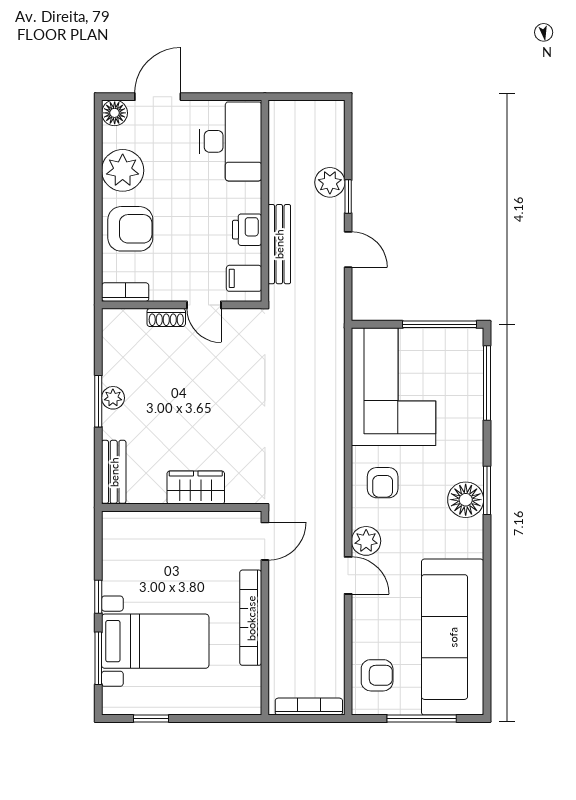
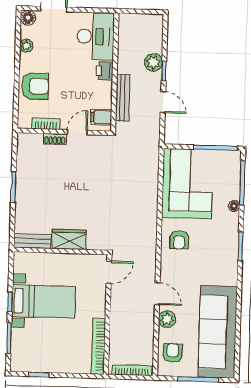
plant: (123, 170) -> (26, 46), width x0.53, depth x0.53
printer: (247, 230) -> (104, 71), moved
bookcase: (125, 292) -> (46, 124), moved
door: (204, 305) -> (77, 132), swing flipped
plant: (113, 398) -> (22, 185), removed
bench: (114, 472) -> (32, 241), moved, turned 90
floor lamp: (466, 500) -> (234, 206), moved, width x0.53, depth x0.53
plant: (366, 541) -> (167, 319), moved
bookcase: (251, 618) -> (98, 346), moved
bed with nightstands: (155, 641) -> (44, 301), moved
armchair: (377, 675) -> (173, 353), turned -88

